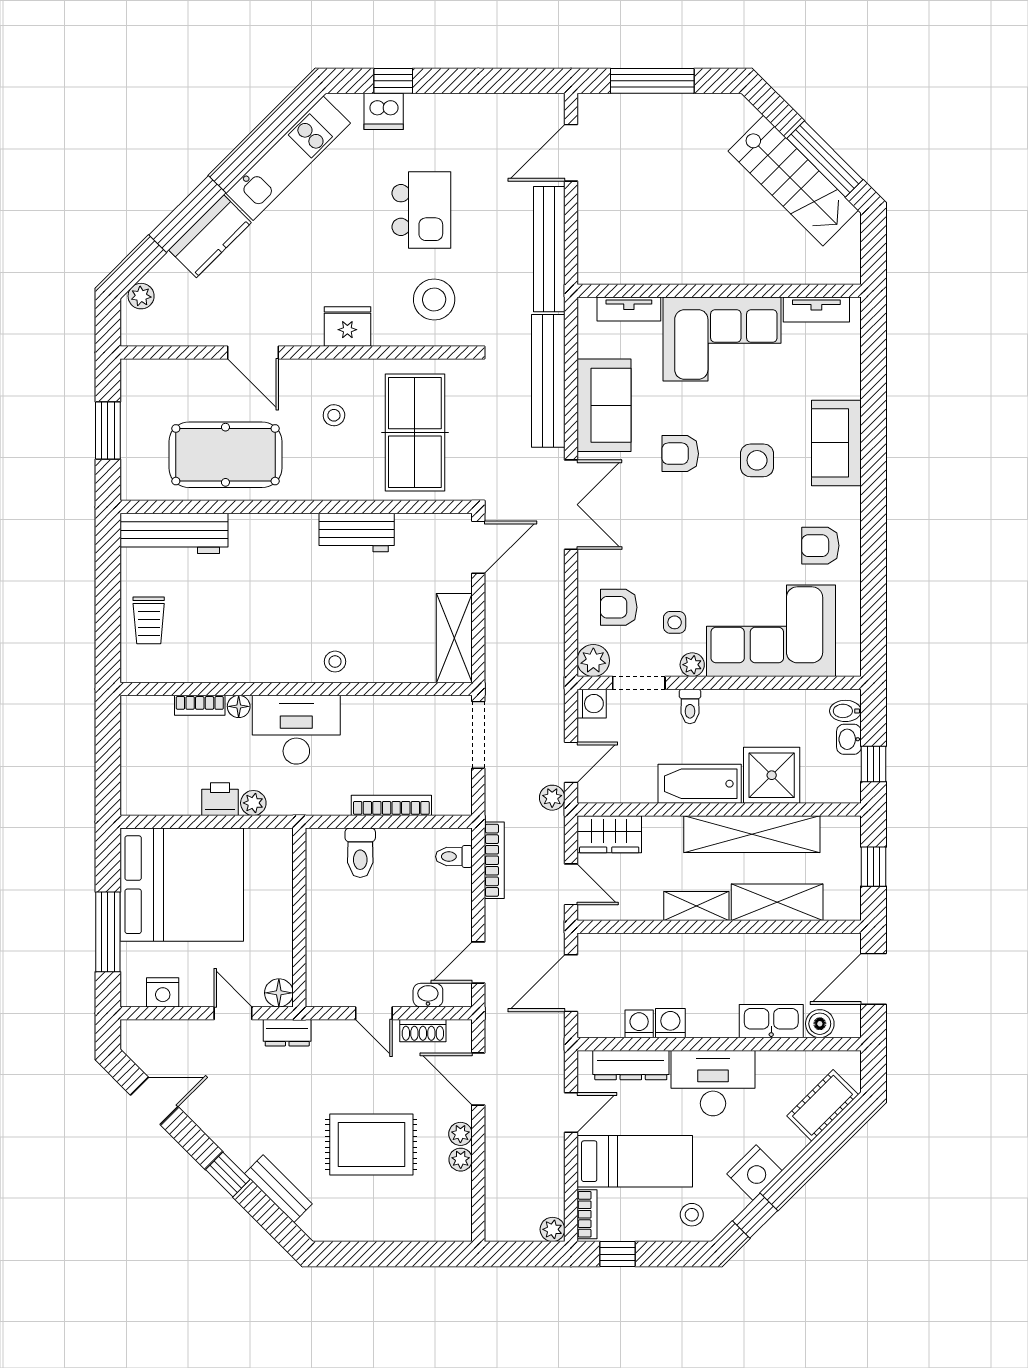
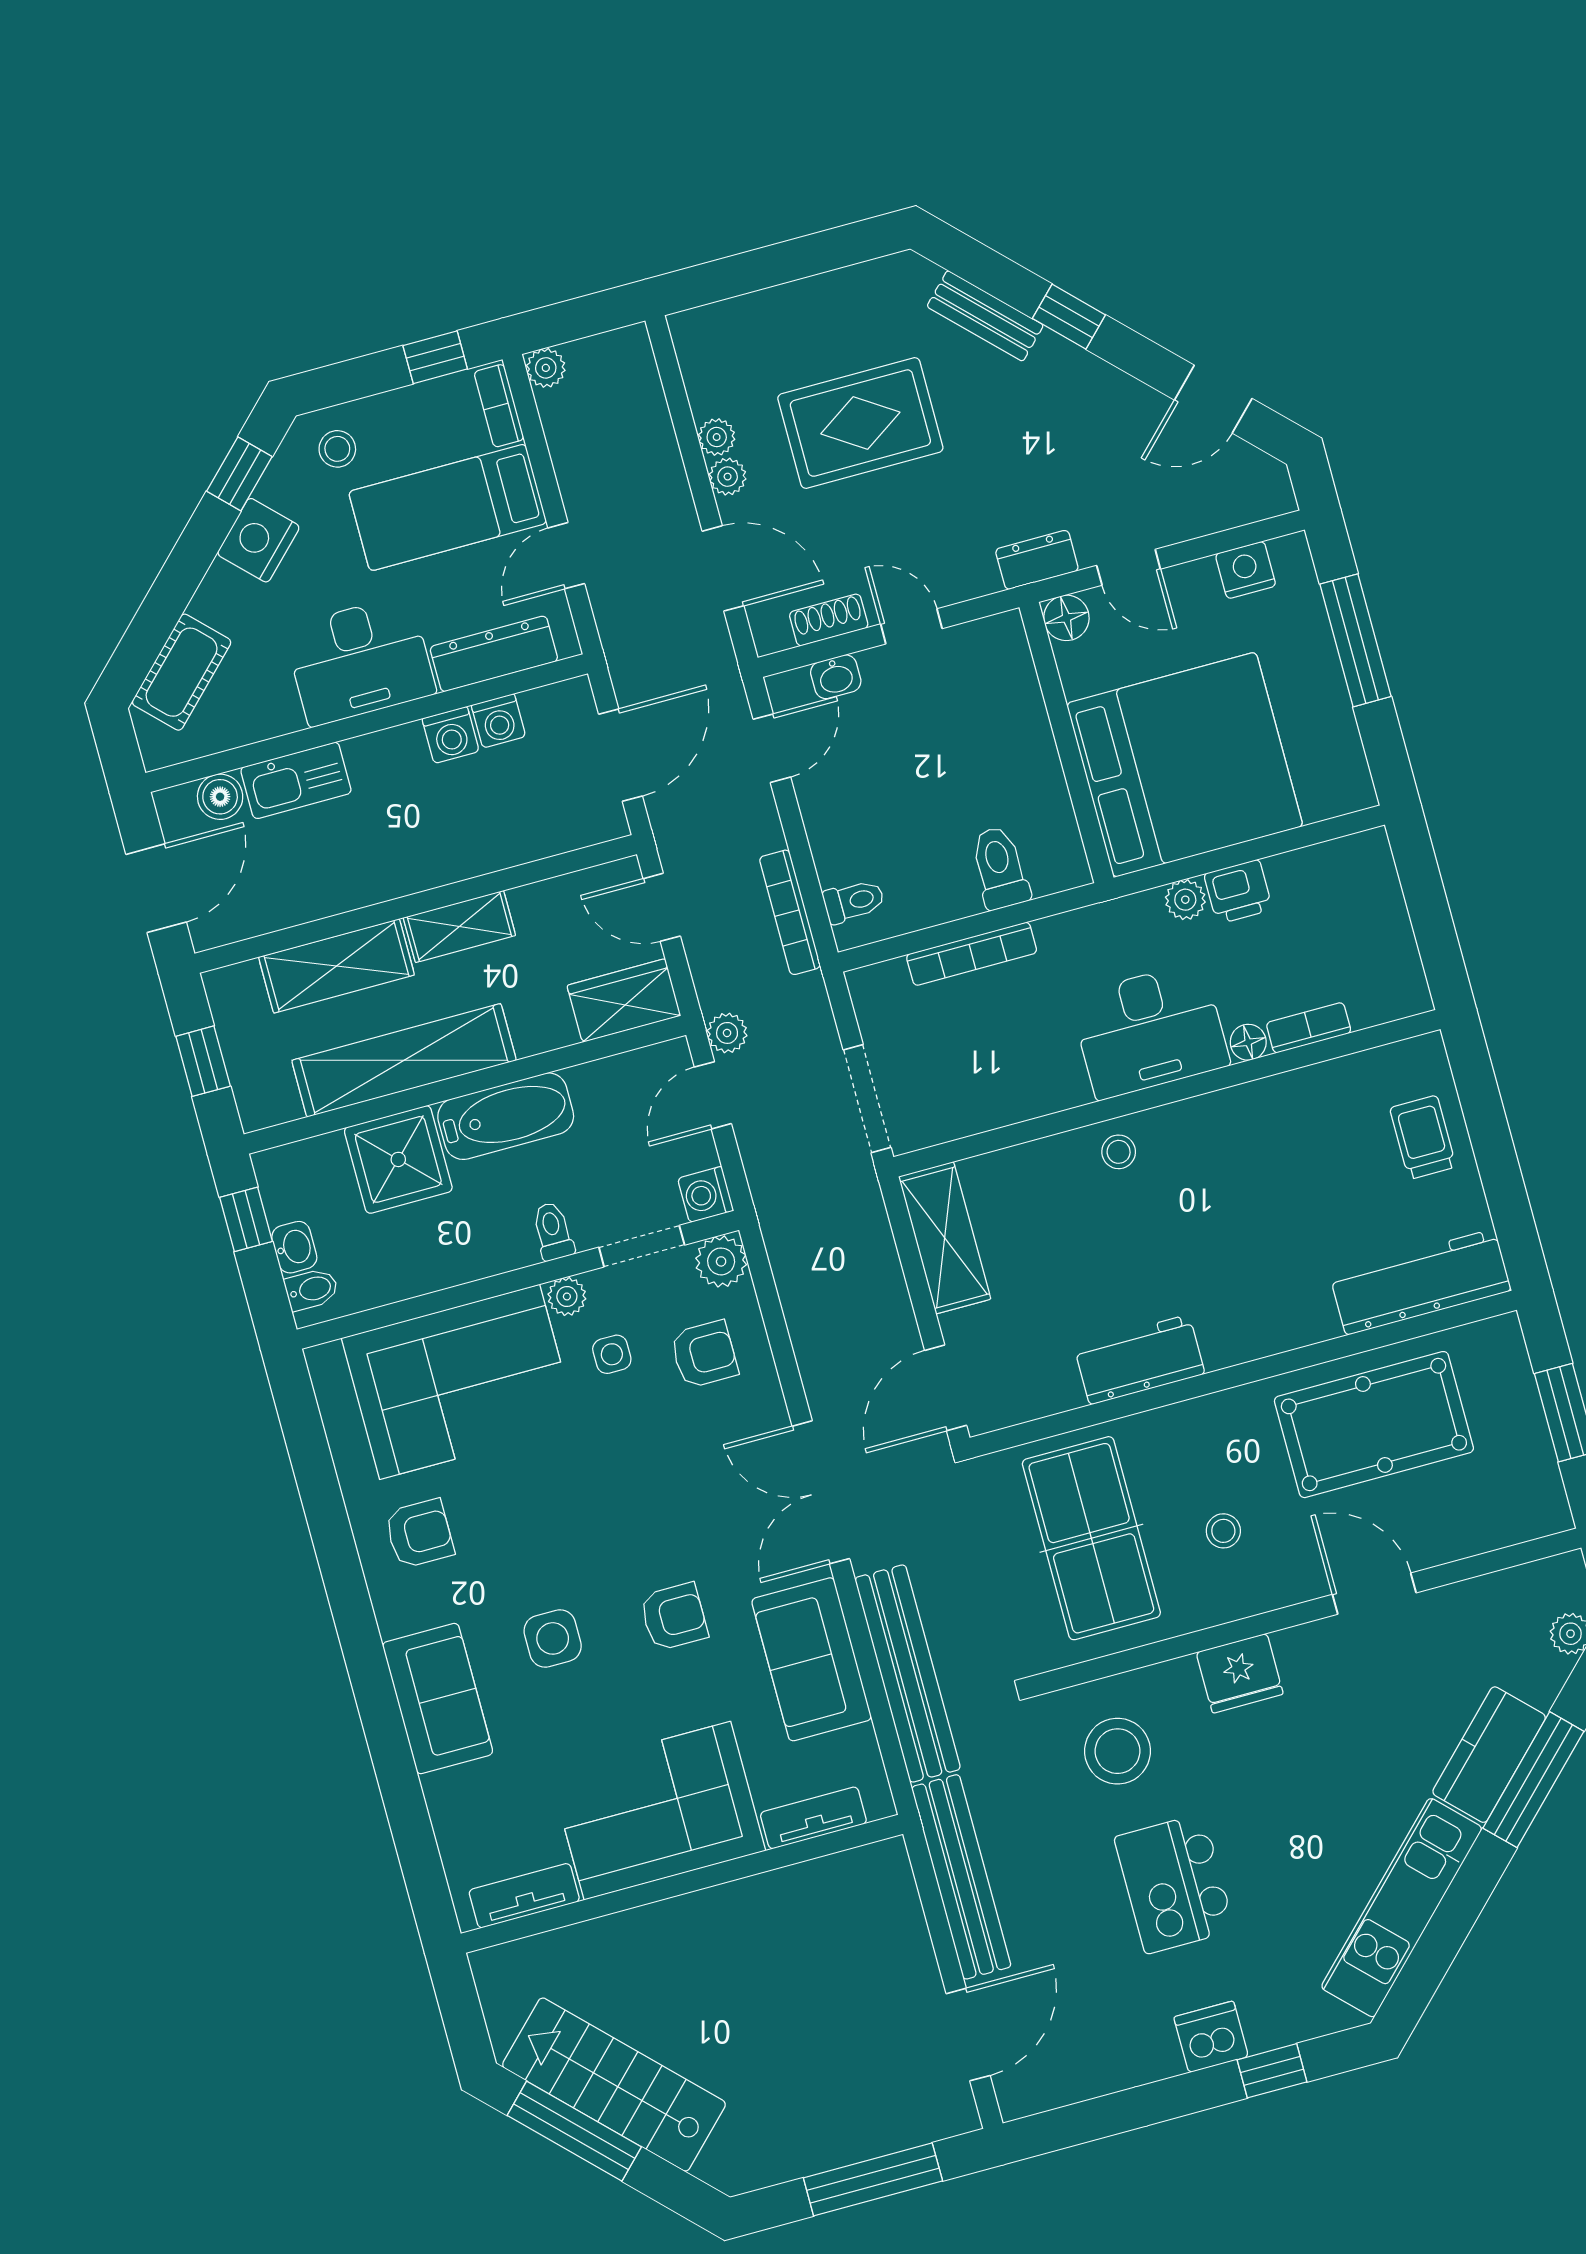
dishwasher: (384, 111) -> (1211, 2037), moved
bed: (182, 885) -> (1185, 765), moved, turned 180

